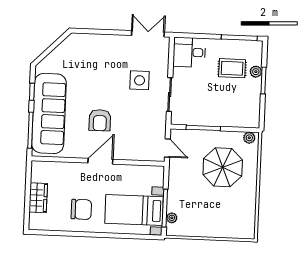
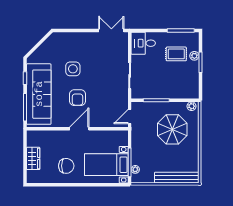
side table: (140, 80) -> (73, 69), moved
door: (167, 148) -> (130, 117), swing flipped
bench: (226, 231) -> (177, 178), added

